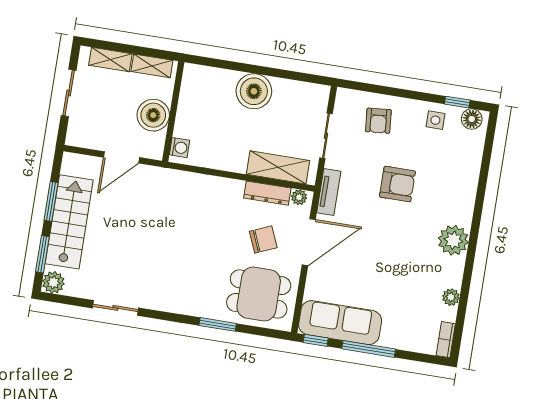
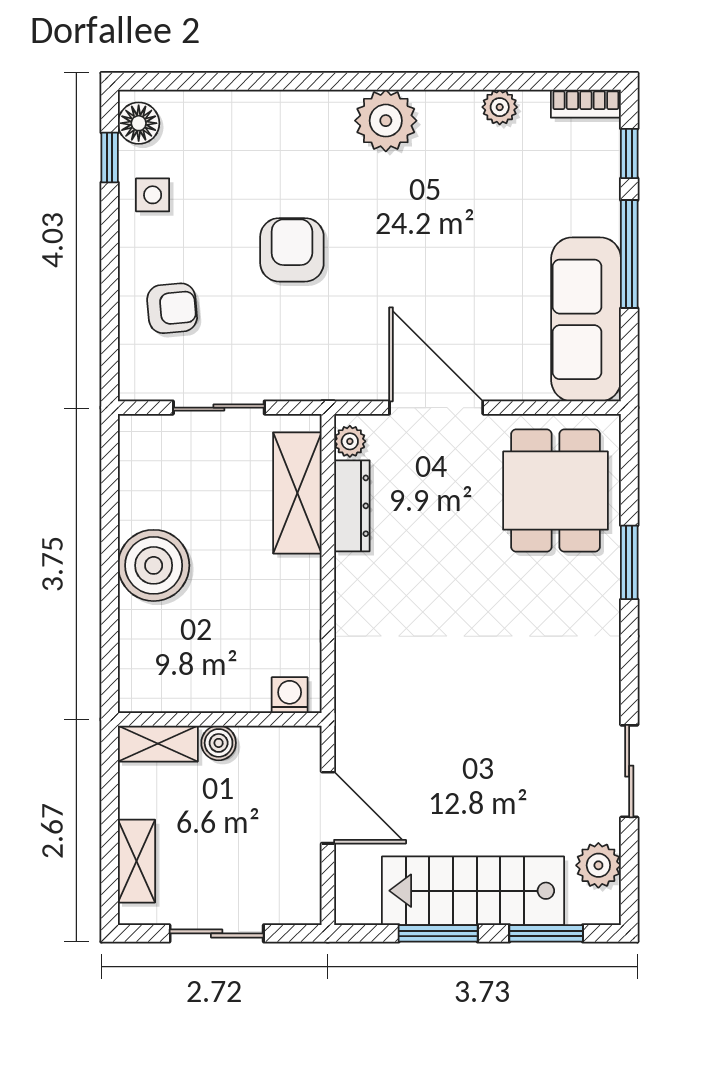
shelving: (152, 66) -> (158, 744), moved, turned 90
boiler: (153, 115) -> (219, 743), width x0.54, depth x0.54
tv unit: (329, 192) -> (330, 384), removed
chair: (263, 240) -> (446, 499), removed
plant: (53, 282) -> (598, 865), moved
window: (316, 340) -> (629, 153), moved

